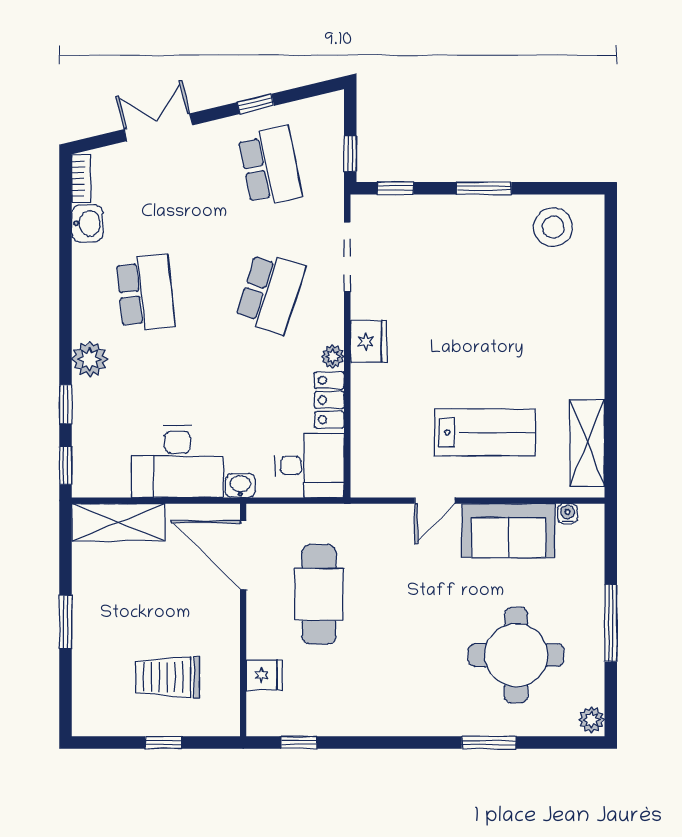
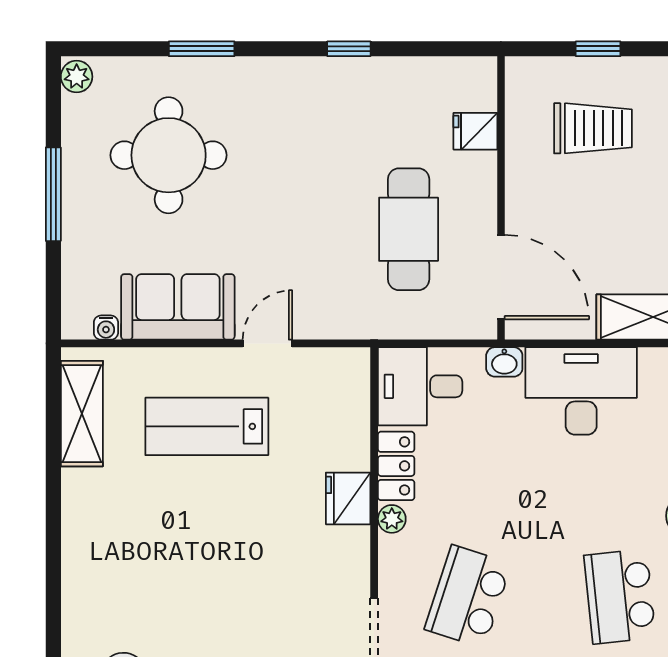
fridge: (369, 341) -> (348, 498), moved
window: (299, 743) -> (349, 49), moved

